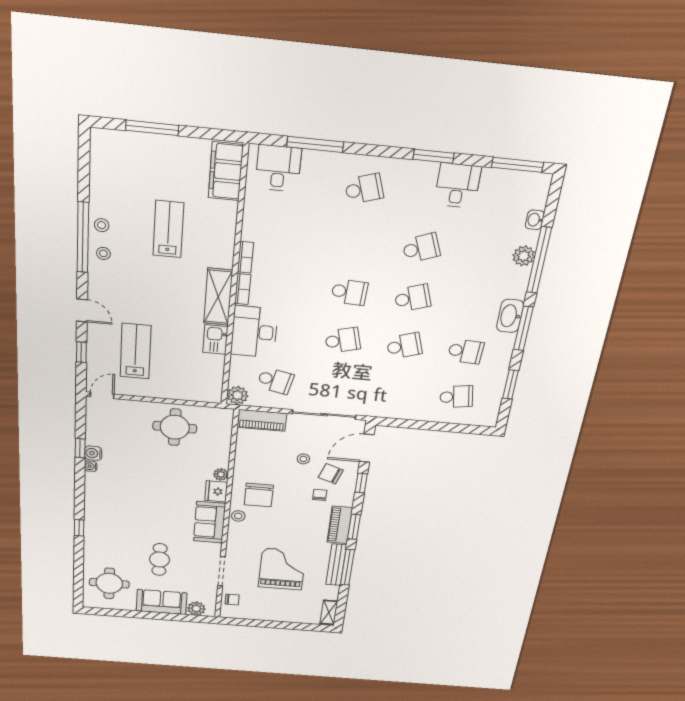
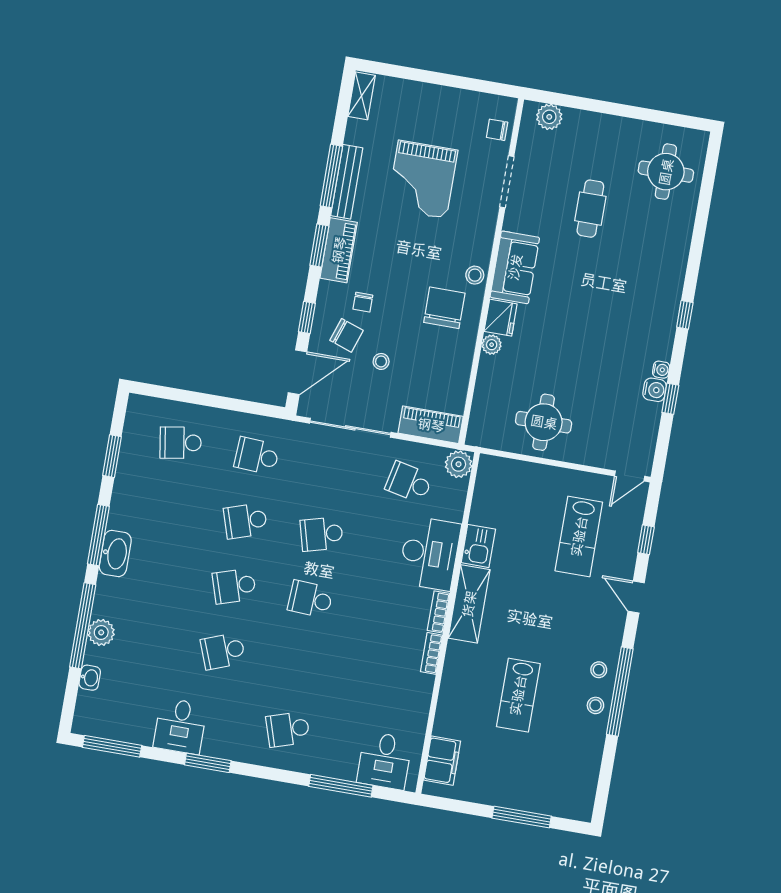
filing cabinet: (226, 171) -> (442, 761), width x0.67, depth x0.86
school desk: (466, 351) -> (257, 456), moved
window: (79, 528) -> (685, 315), moved
sofa: (162, 602) -> (597, 133), removed

